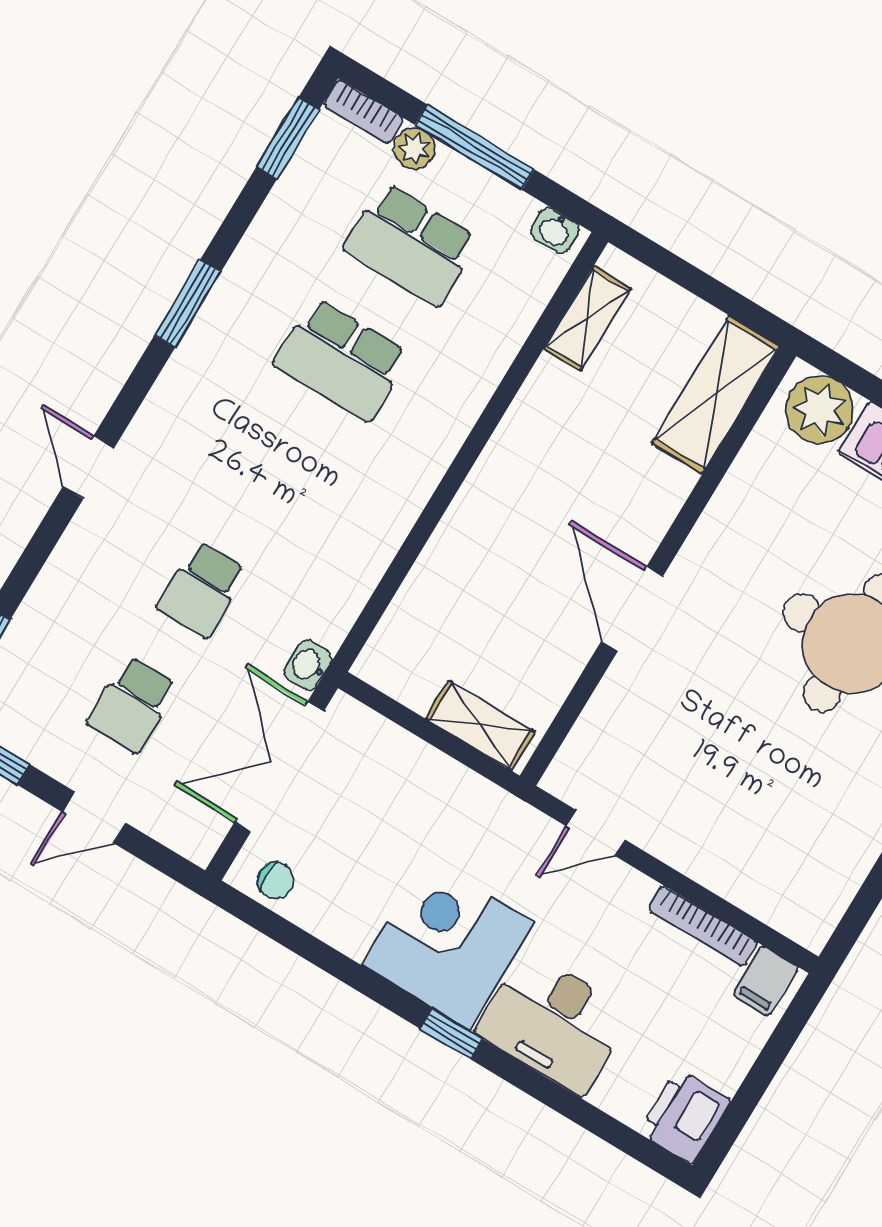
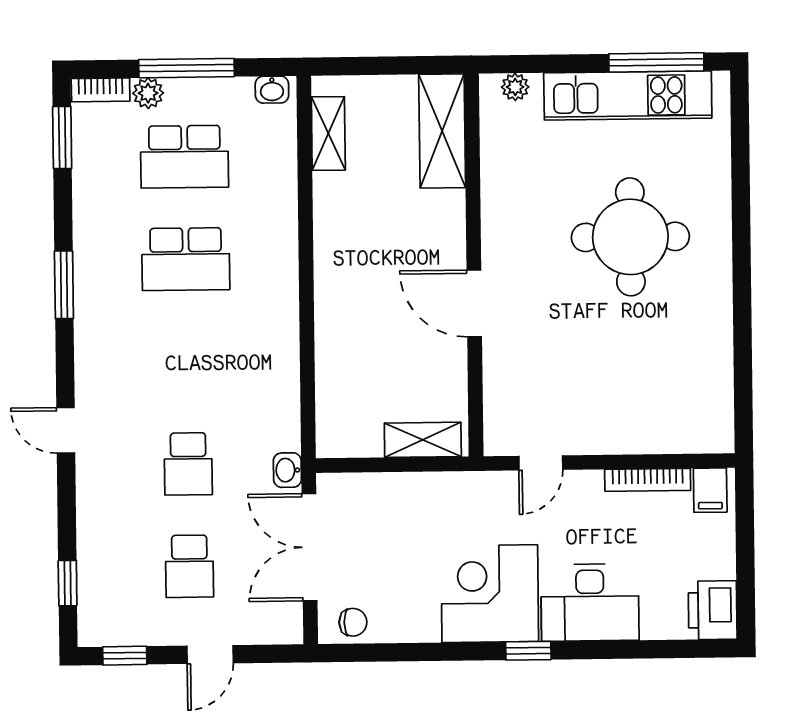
plant: (820, 410) -> (515, 87), width x0.53, depth x0.53

